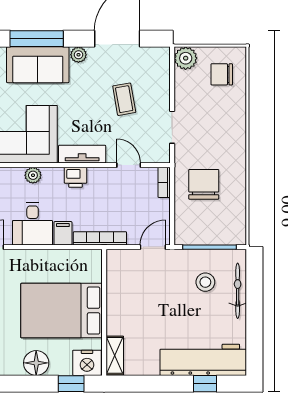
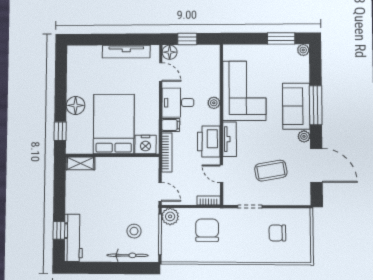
plant: (186, 58) -> (170, 216), moved
chair: (222, 74) -> (277, 233), moved, turned -90
coffee table: (124, 99) -> (271, 171), width x1.36, depth x1.30
door: (129, 165) -> (222, 174), swing flipped
printer: (76, 177) -> (209, 142), width x1.87, depth x1.48
chair: (204, 184) -> (207, 230), turned -90
workbench: (203, 360) -> (73, 238), width x0.73, depth x0.76
nightstand: (87, 363) -> (145, 145), moved, turned -90

